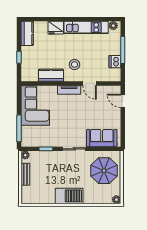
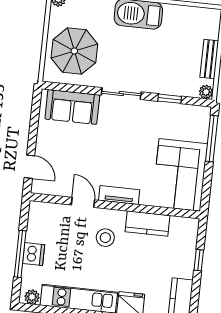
dishwasher: (115, 62) -> (34, 254), moved

